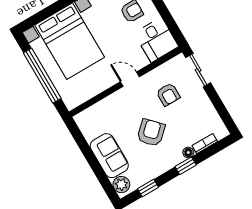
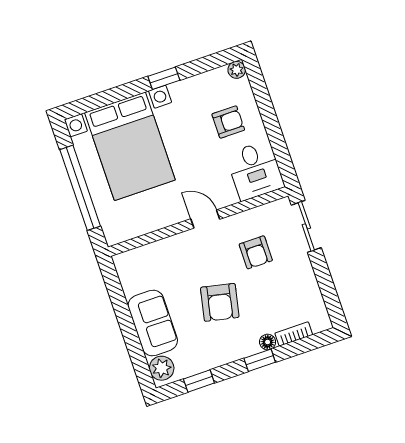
armchair: (151, 133) -> (220, 302), turned 145

